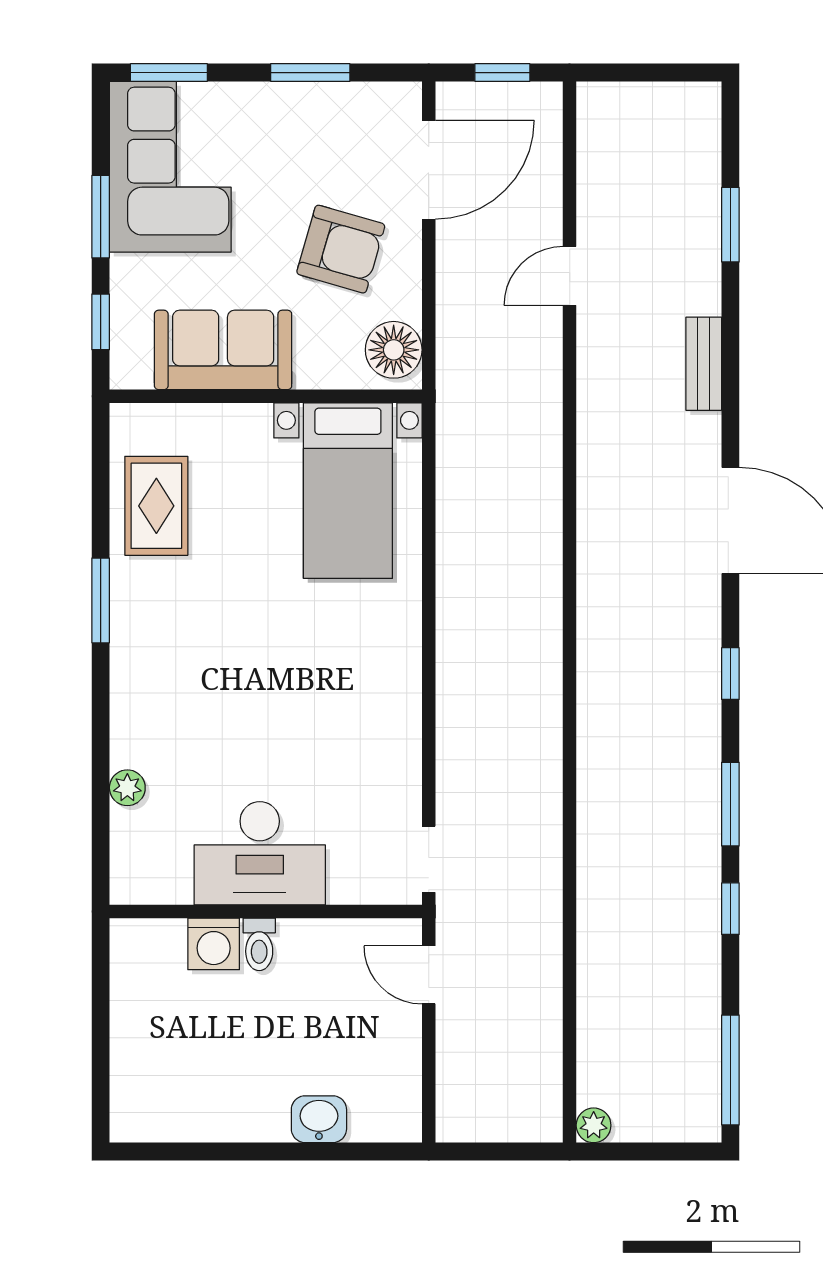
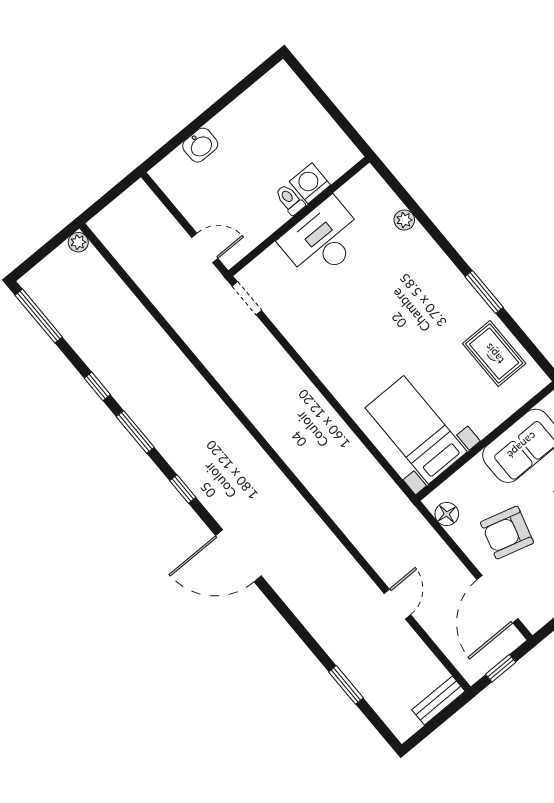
floor lamp: (394, 350) -> (447, 514), width x0.73, depth x0.73
bench: (704, 364) -> (438, 701), moved, turned 90

